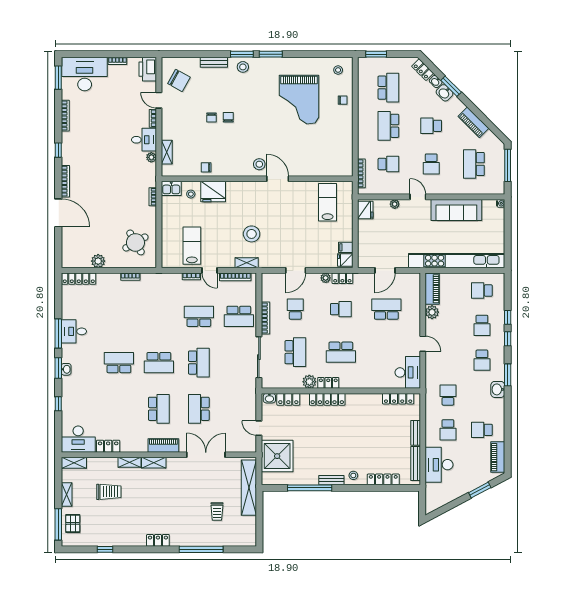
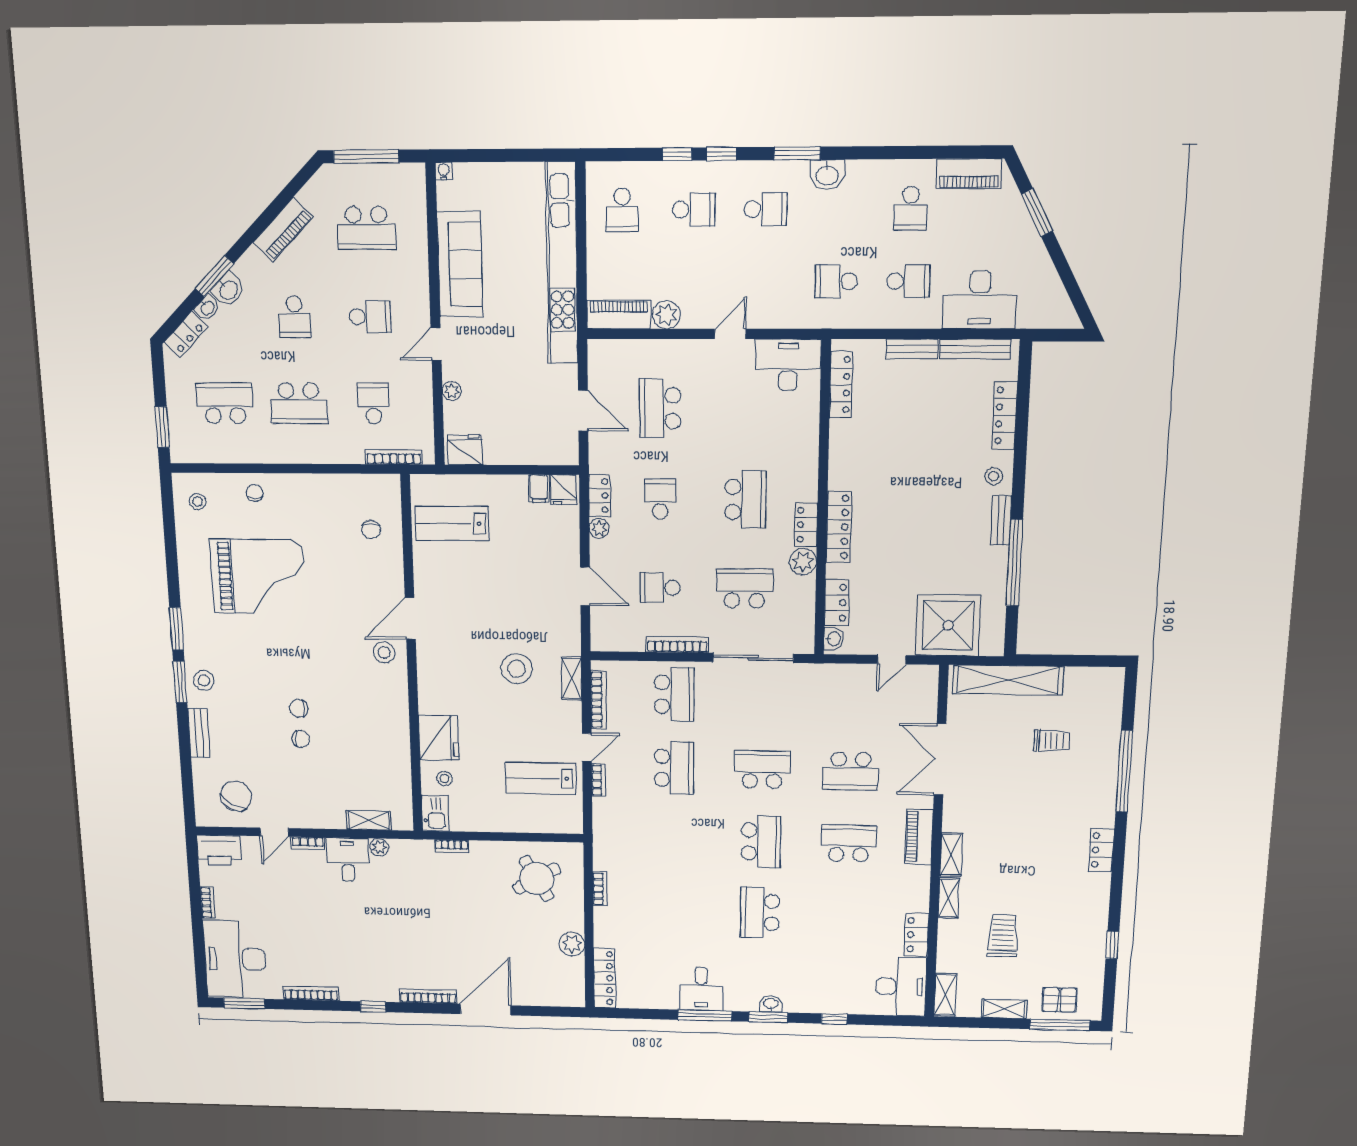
chair: (206, 167) -> (371, 529), moved
school desk: (199, 316) -> (674, 768), turned 180

